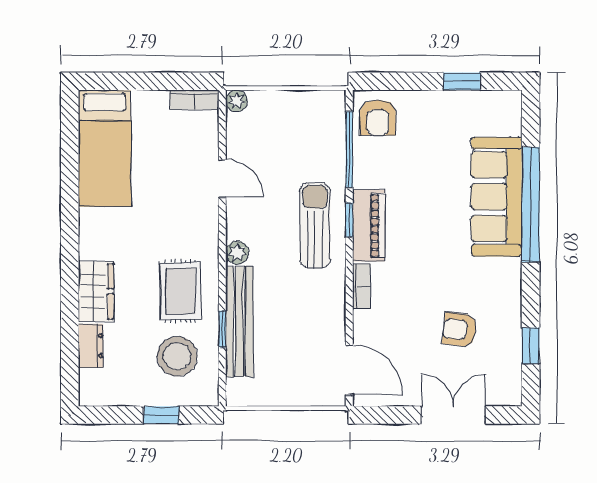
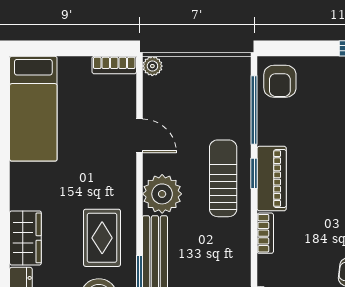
plant: (237, 253) -> (162, 194), width x1.87, depth x1.87

